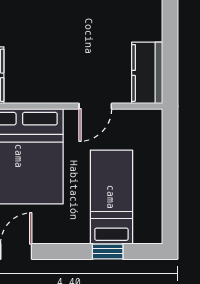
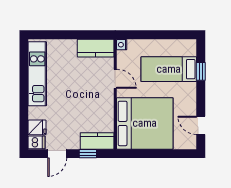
nightstand: (153, 117) -> (122, 45), added

